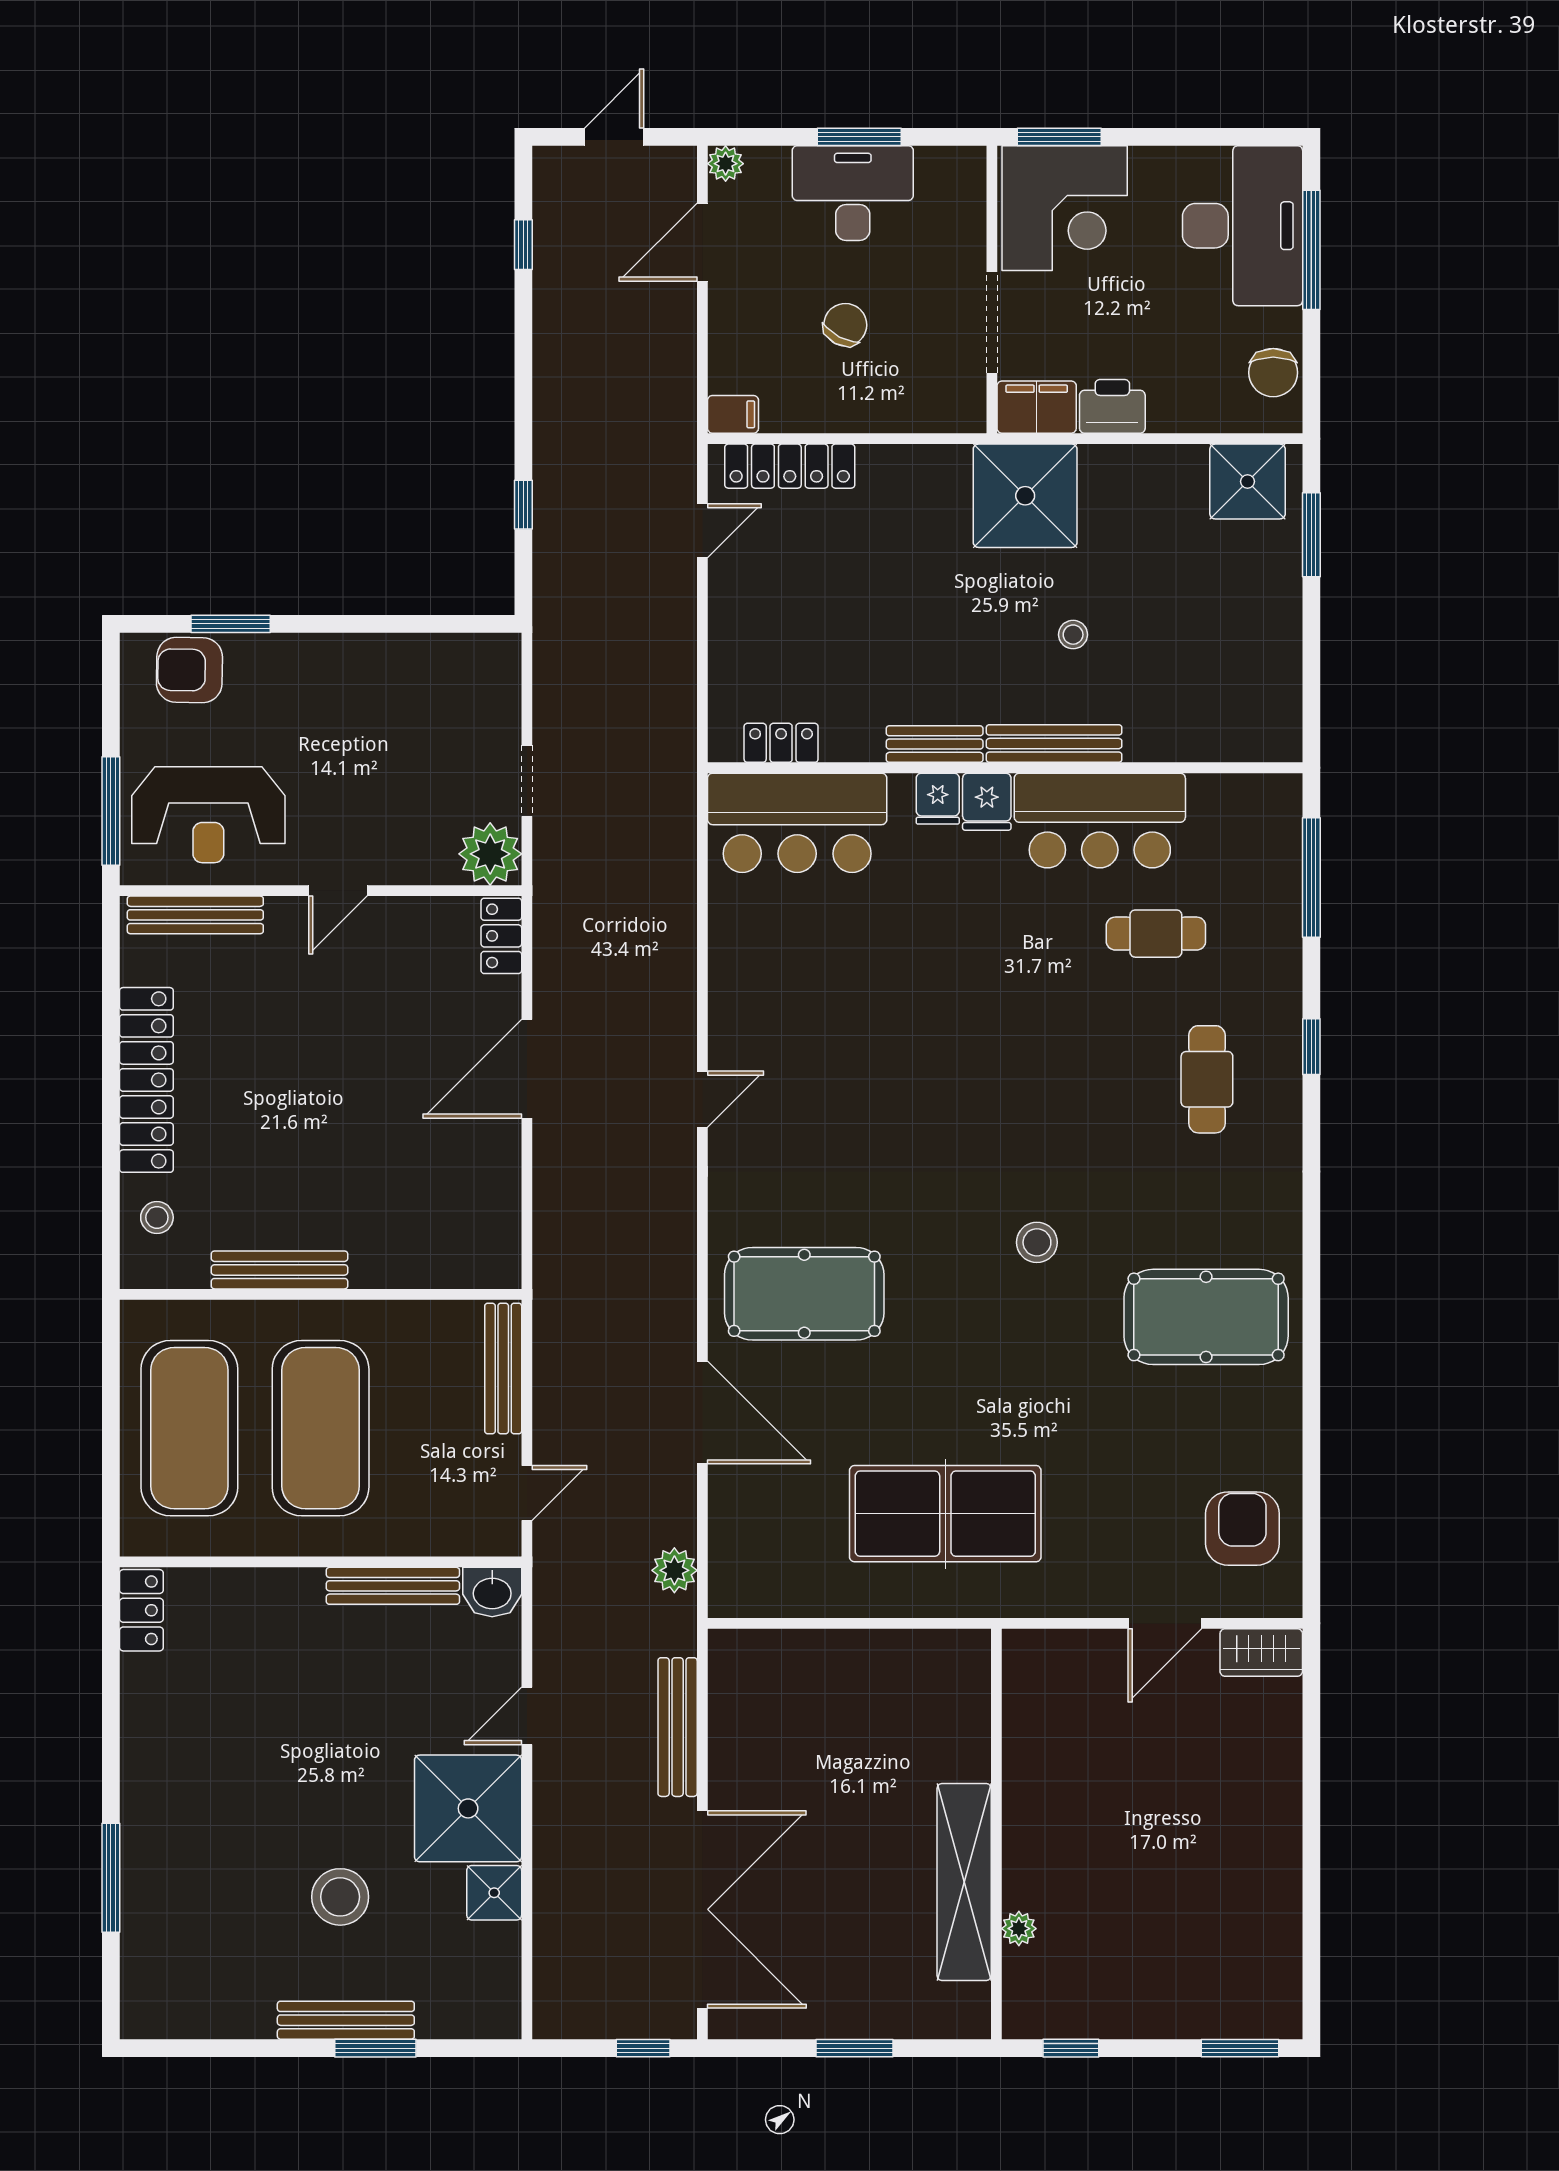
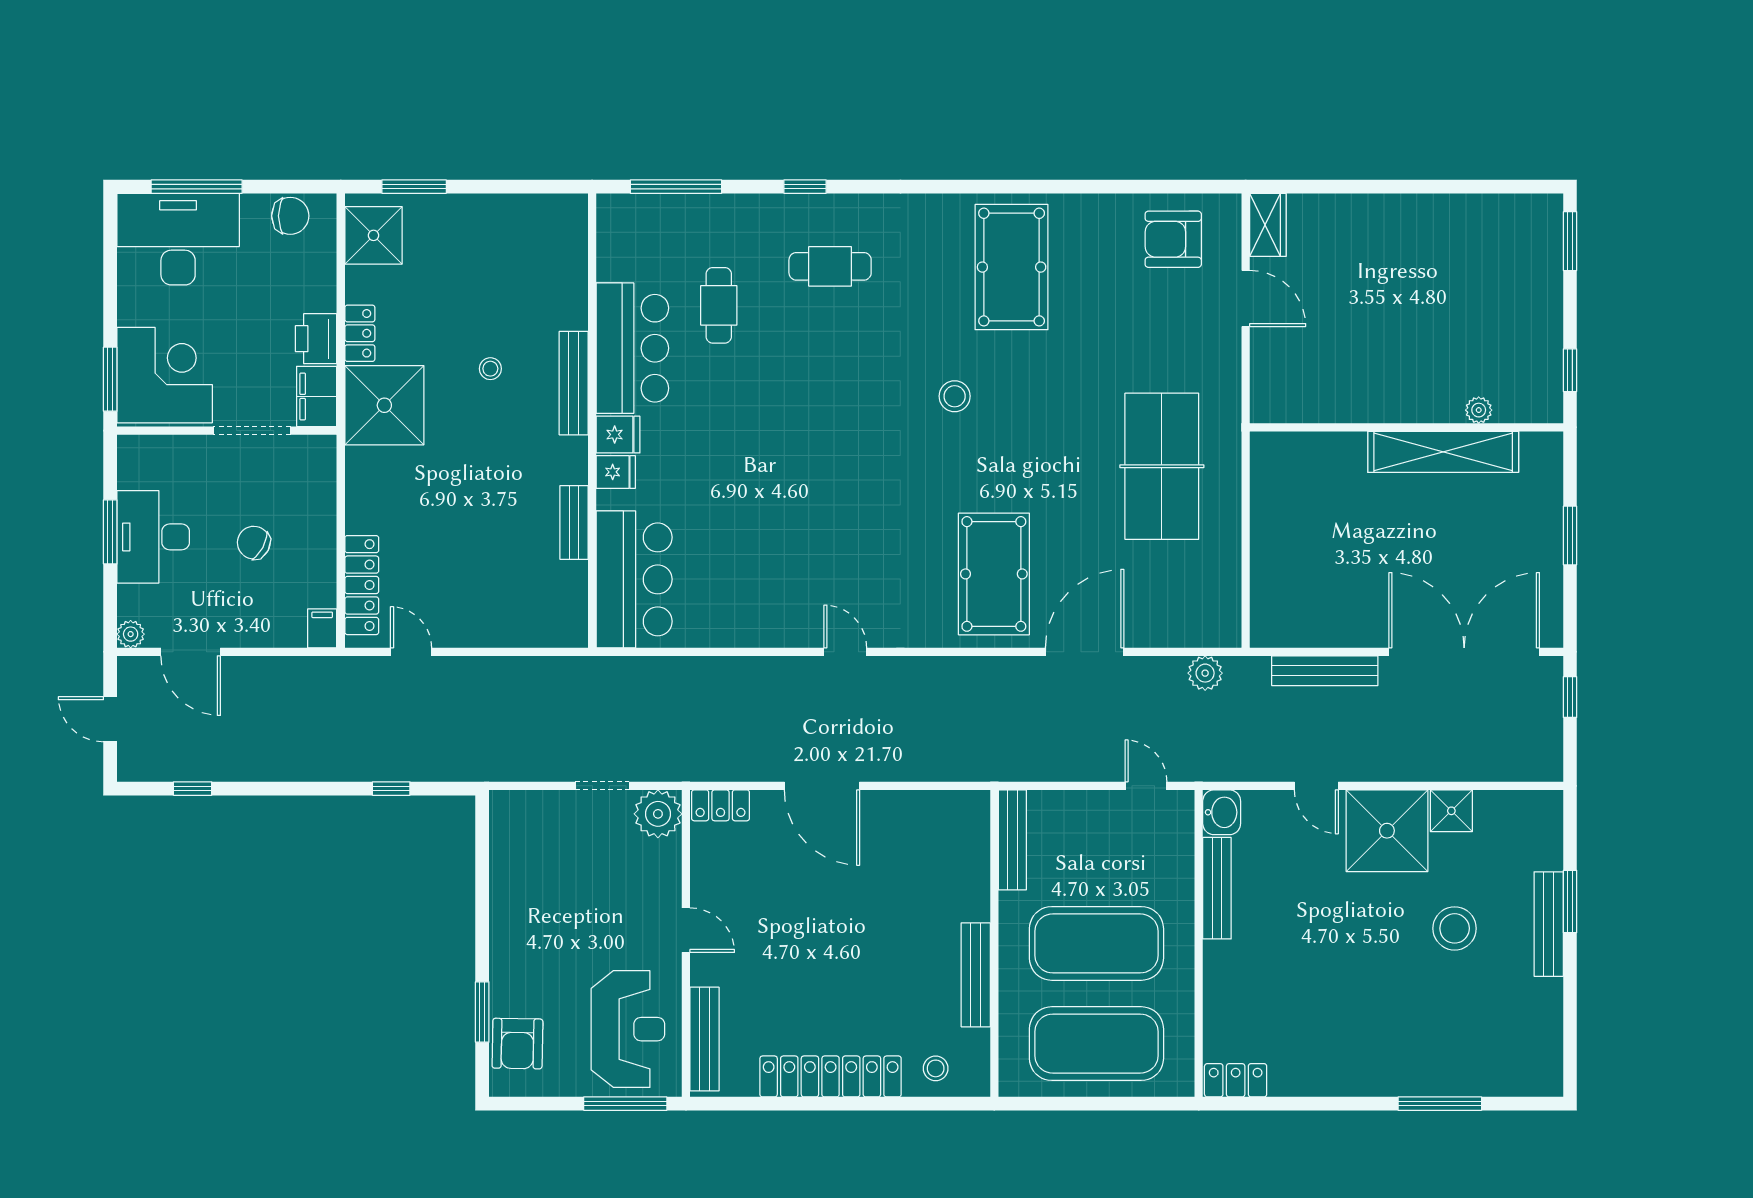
locker: (781, 743) -> (360, 333), moved, turned 180
bench: (935, 744) -> (574, 522), moved
bench: (503, 1369) -> (1012, 840), moved, turned 90

